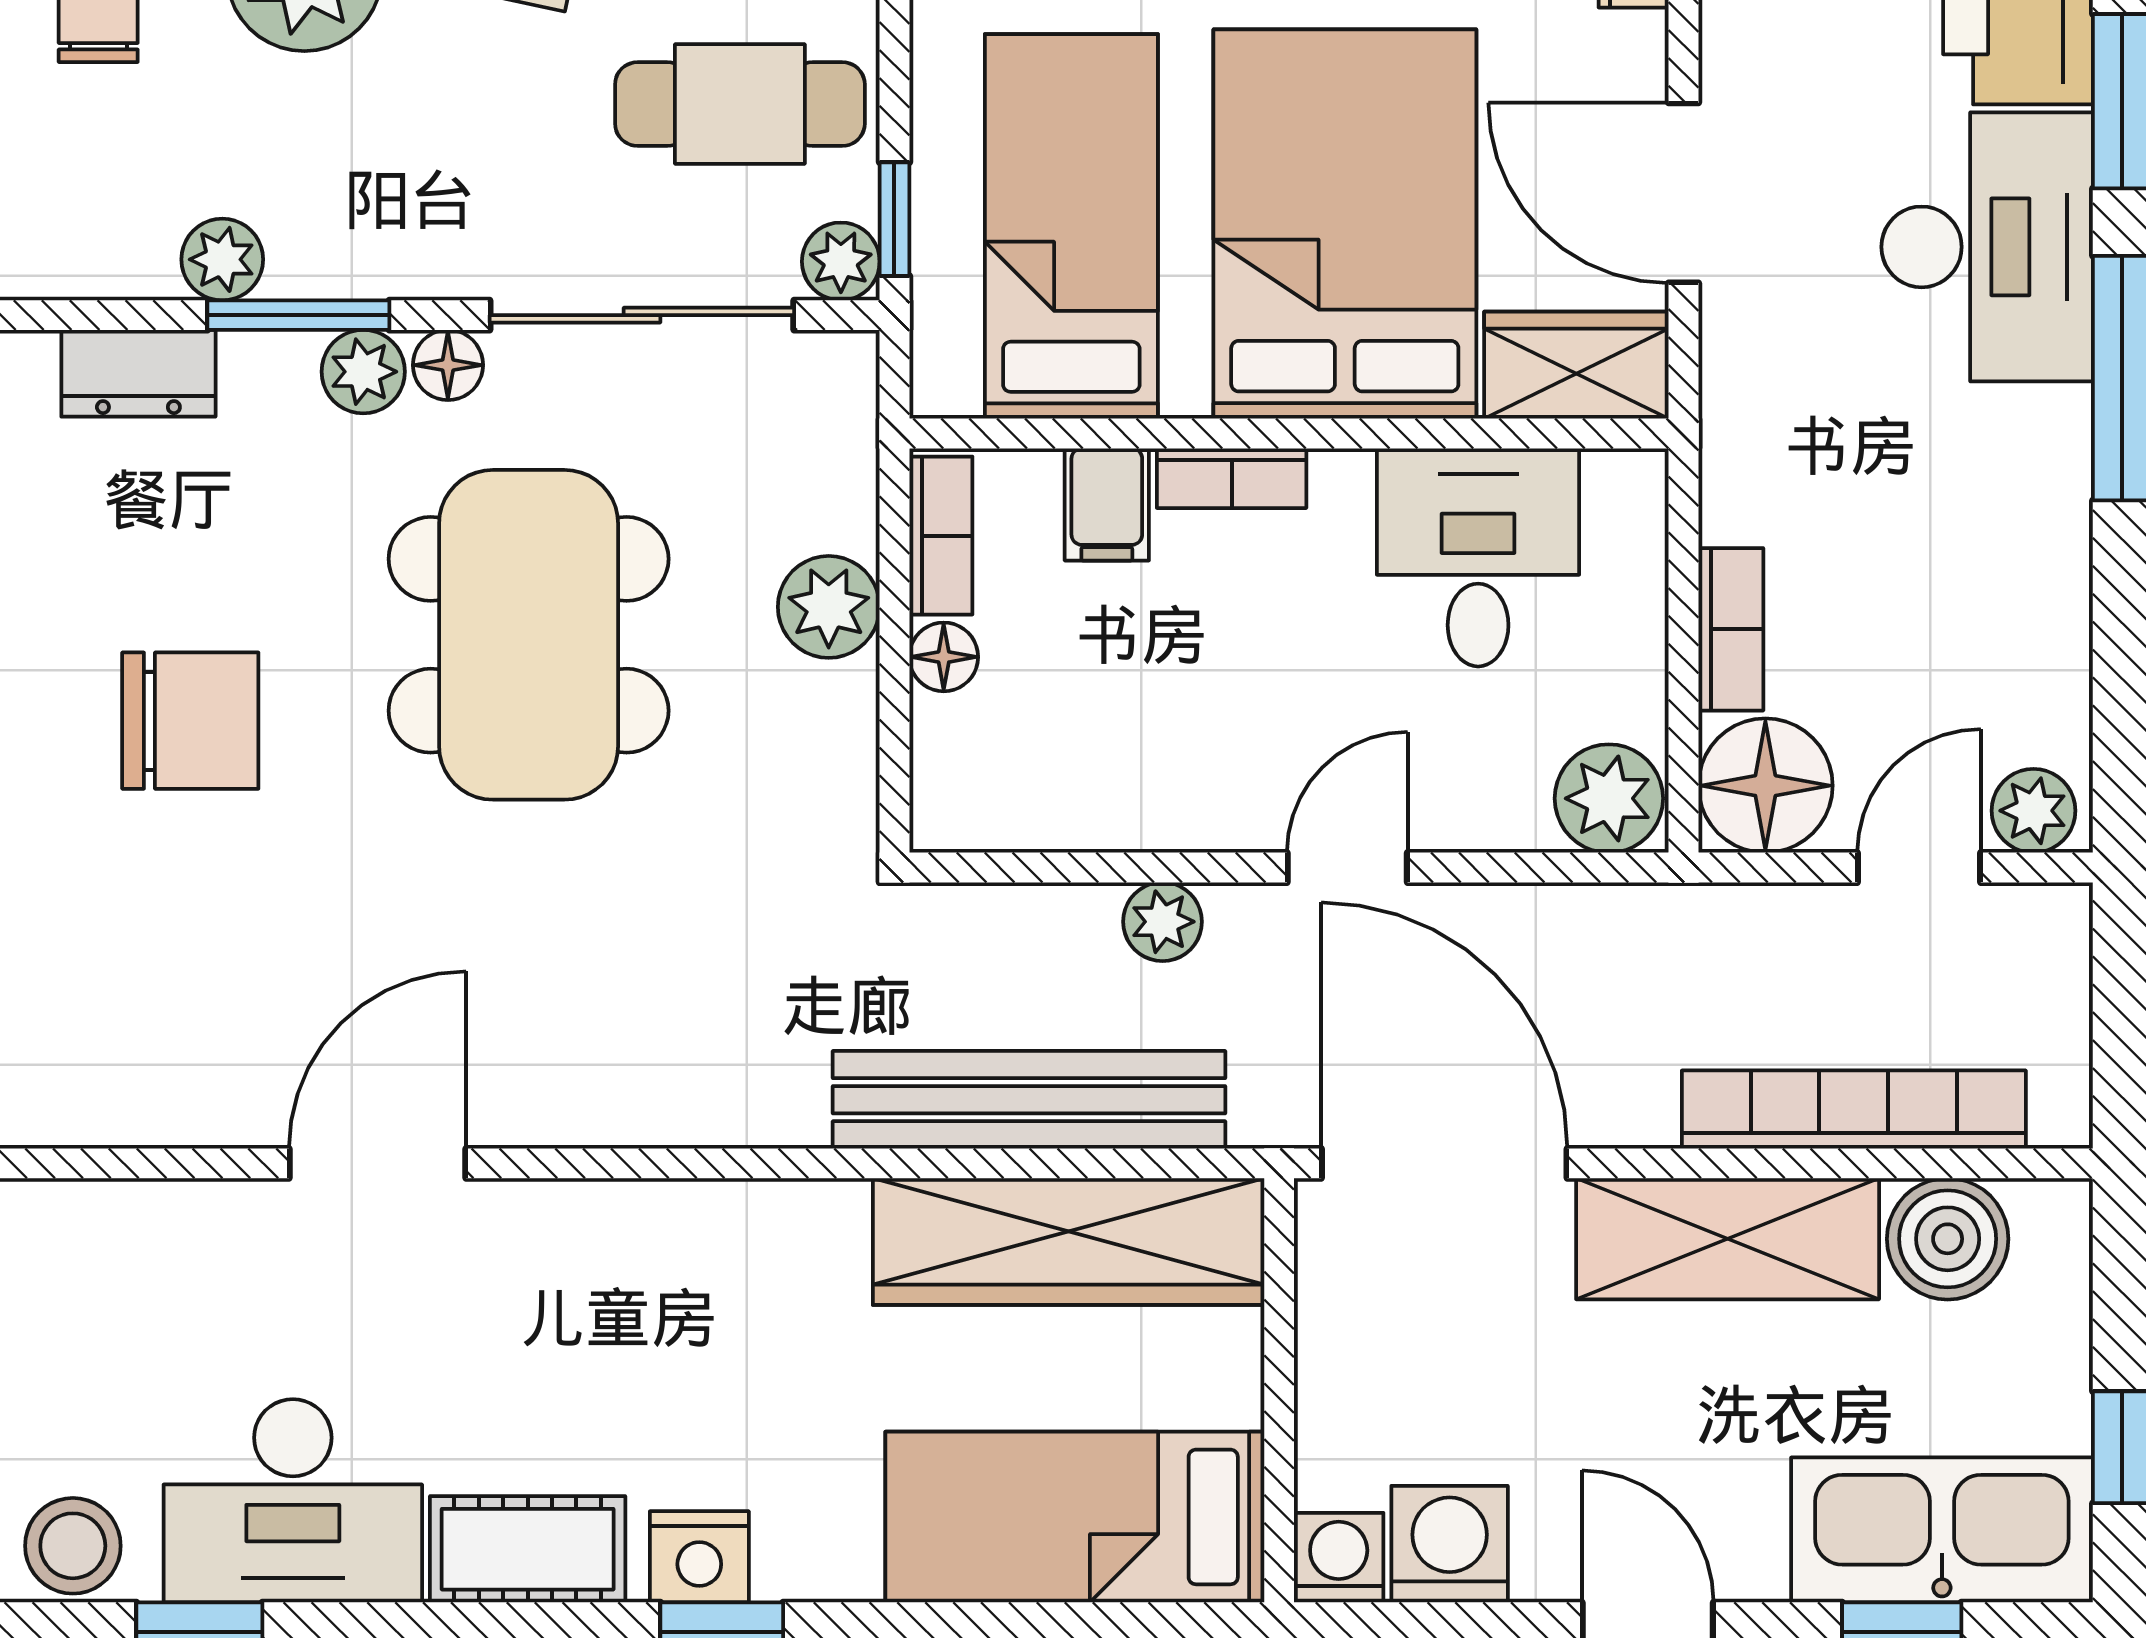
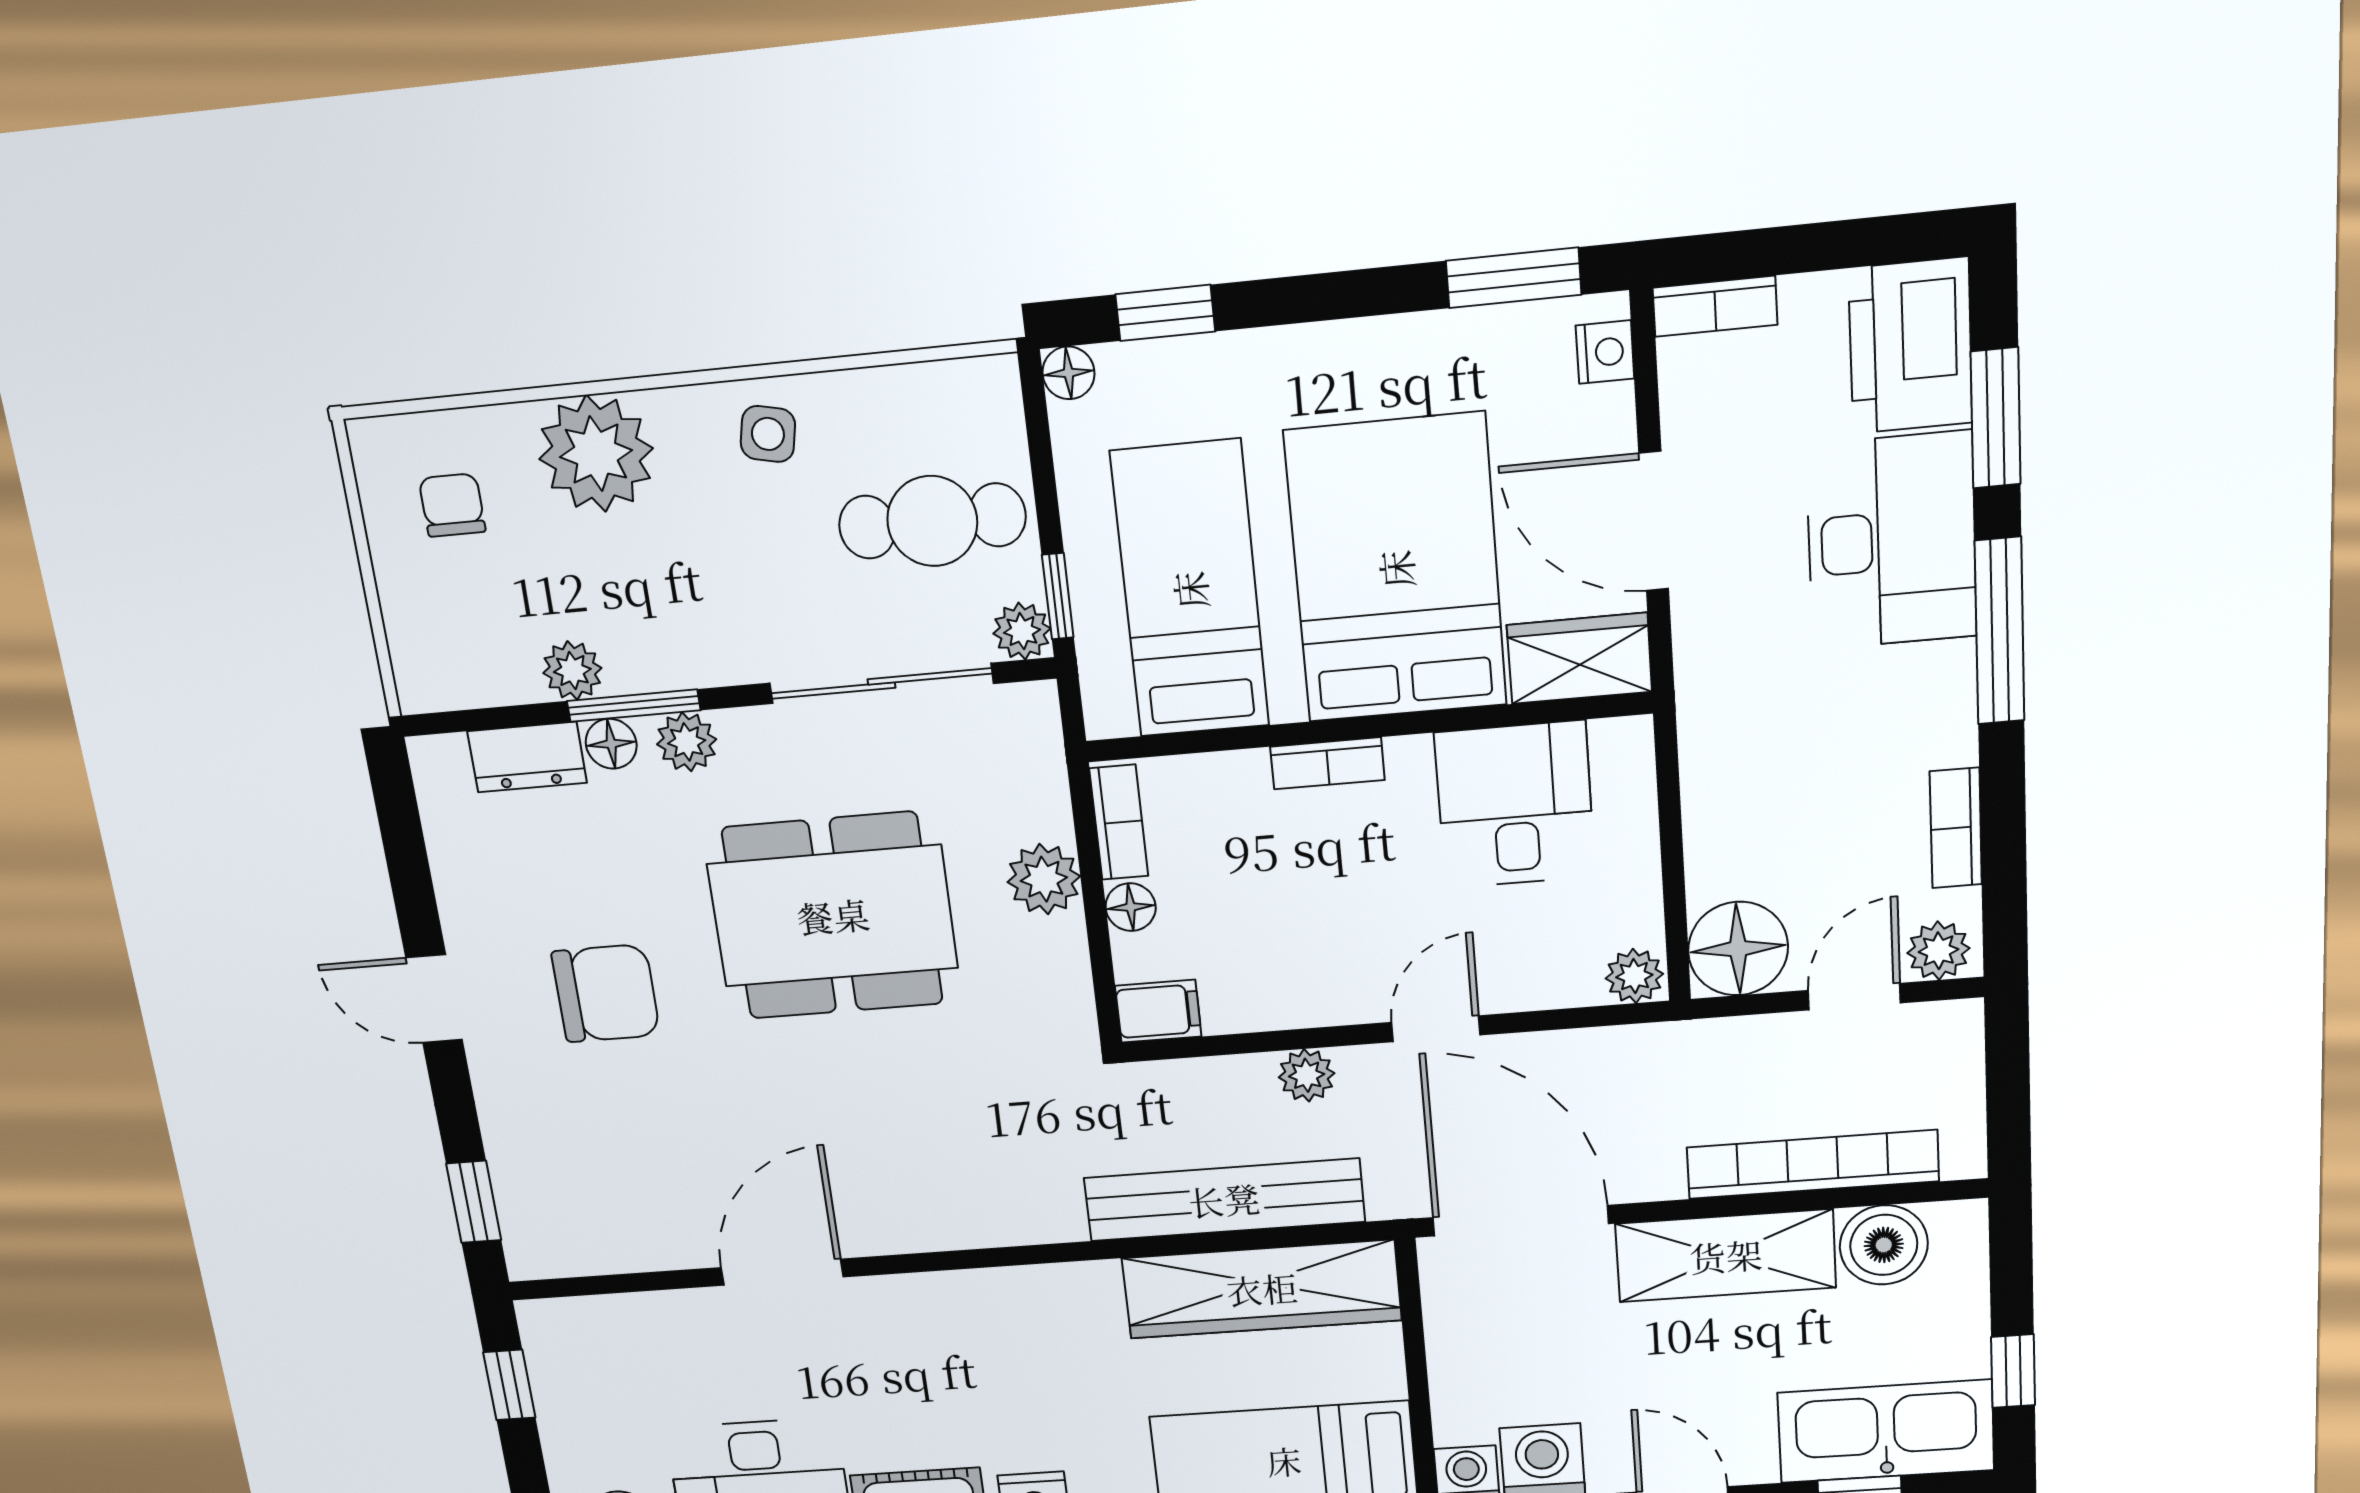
floor lamp: (448, 365) -> (611, 744), moved
filing cabinet: (1107, 504) -> (1158, 1011), moved, turned -90
bookcase: (1731, 629) -> (1956, 828), moved, turned 180
dining table: (529, 635) -> (833, 916), turned 90
plant: (1609, 798) -> (1634, 976), width x0.73, depth x0.73

